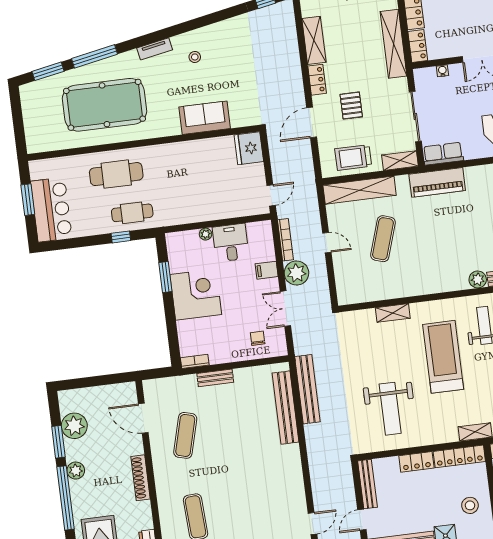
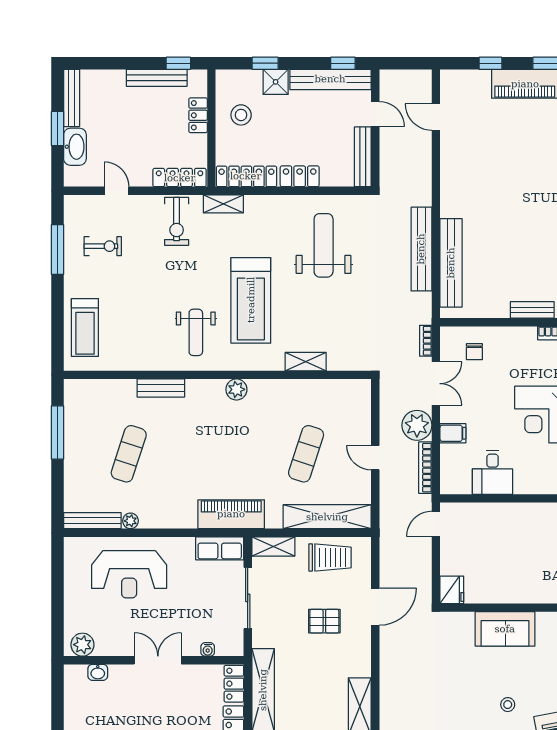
locker: (317, 80) -> (362, 658), removed
pallet: (351, 106) -> (324, 621), turned 90
fridge: (249, 148) -> (452, 590), width x0.73, depth x0.75
plant: (206, 234) -> (522, 487), removed
plant: (478, 279) -> (236, 389), moved
bookcase: (298, 342) -> (426, 341), added
bench: (307, 389) -> (421, 249), moved
door: (362, 520) -> (375, 114), hinge flipped
door: (313, 524) -> (436, 117), hinge flipped

